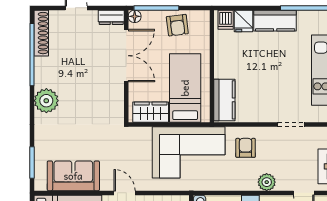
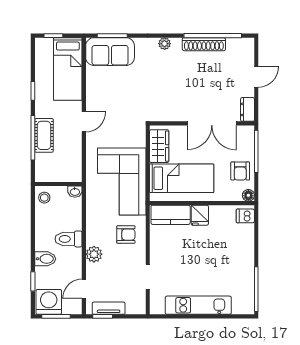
floor lamp: (135, 16) -> (248, 195), moved
fridge: (244, 21) -> (200, 215), moved, turned -90
kitchen counter: (275, 21) -> (244, 262), removed
armchair: (177, 25) -> (240, 171), turned -83
shoe rack: (41, 33) -> (204, 44), moved
plant: (46, 101) -> (165, 44), width x0.53, depth x0.53
sofa: (73, 176) -> (110, 52), moved, turned 90

